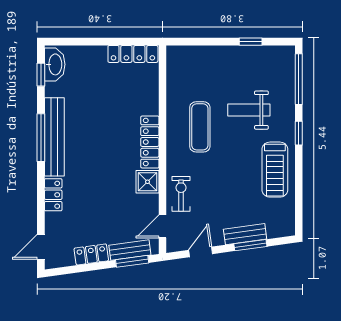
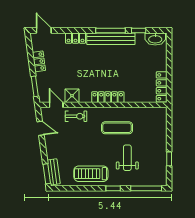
window: (41, 75) -> (139, 31), moved
shower: (147, 182) -> (72, 96), moved
bench: (245, 234) -> (54, 172), moved
window: (250, 245) -> (47, 174), moved
bench: (130, 250) -> (42, 85), removed

